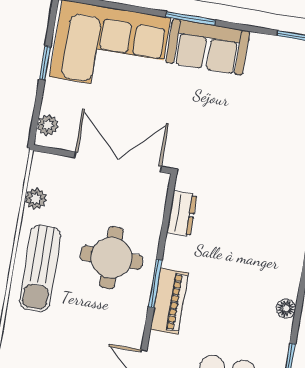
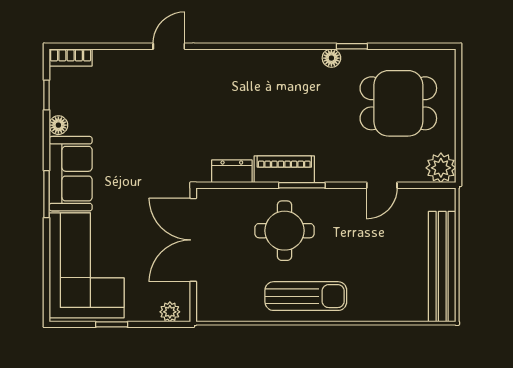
floor lamp: (260, 43) -> (58, 125), added
plant: (36, 199) -> (241, 311), removed
piano: (169, 301) -> (284, 169), moved
floor lamp: (286, 308) -> (331, 58), moved

